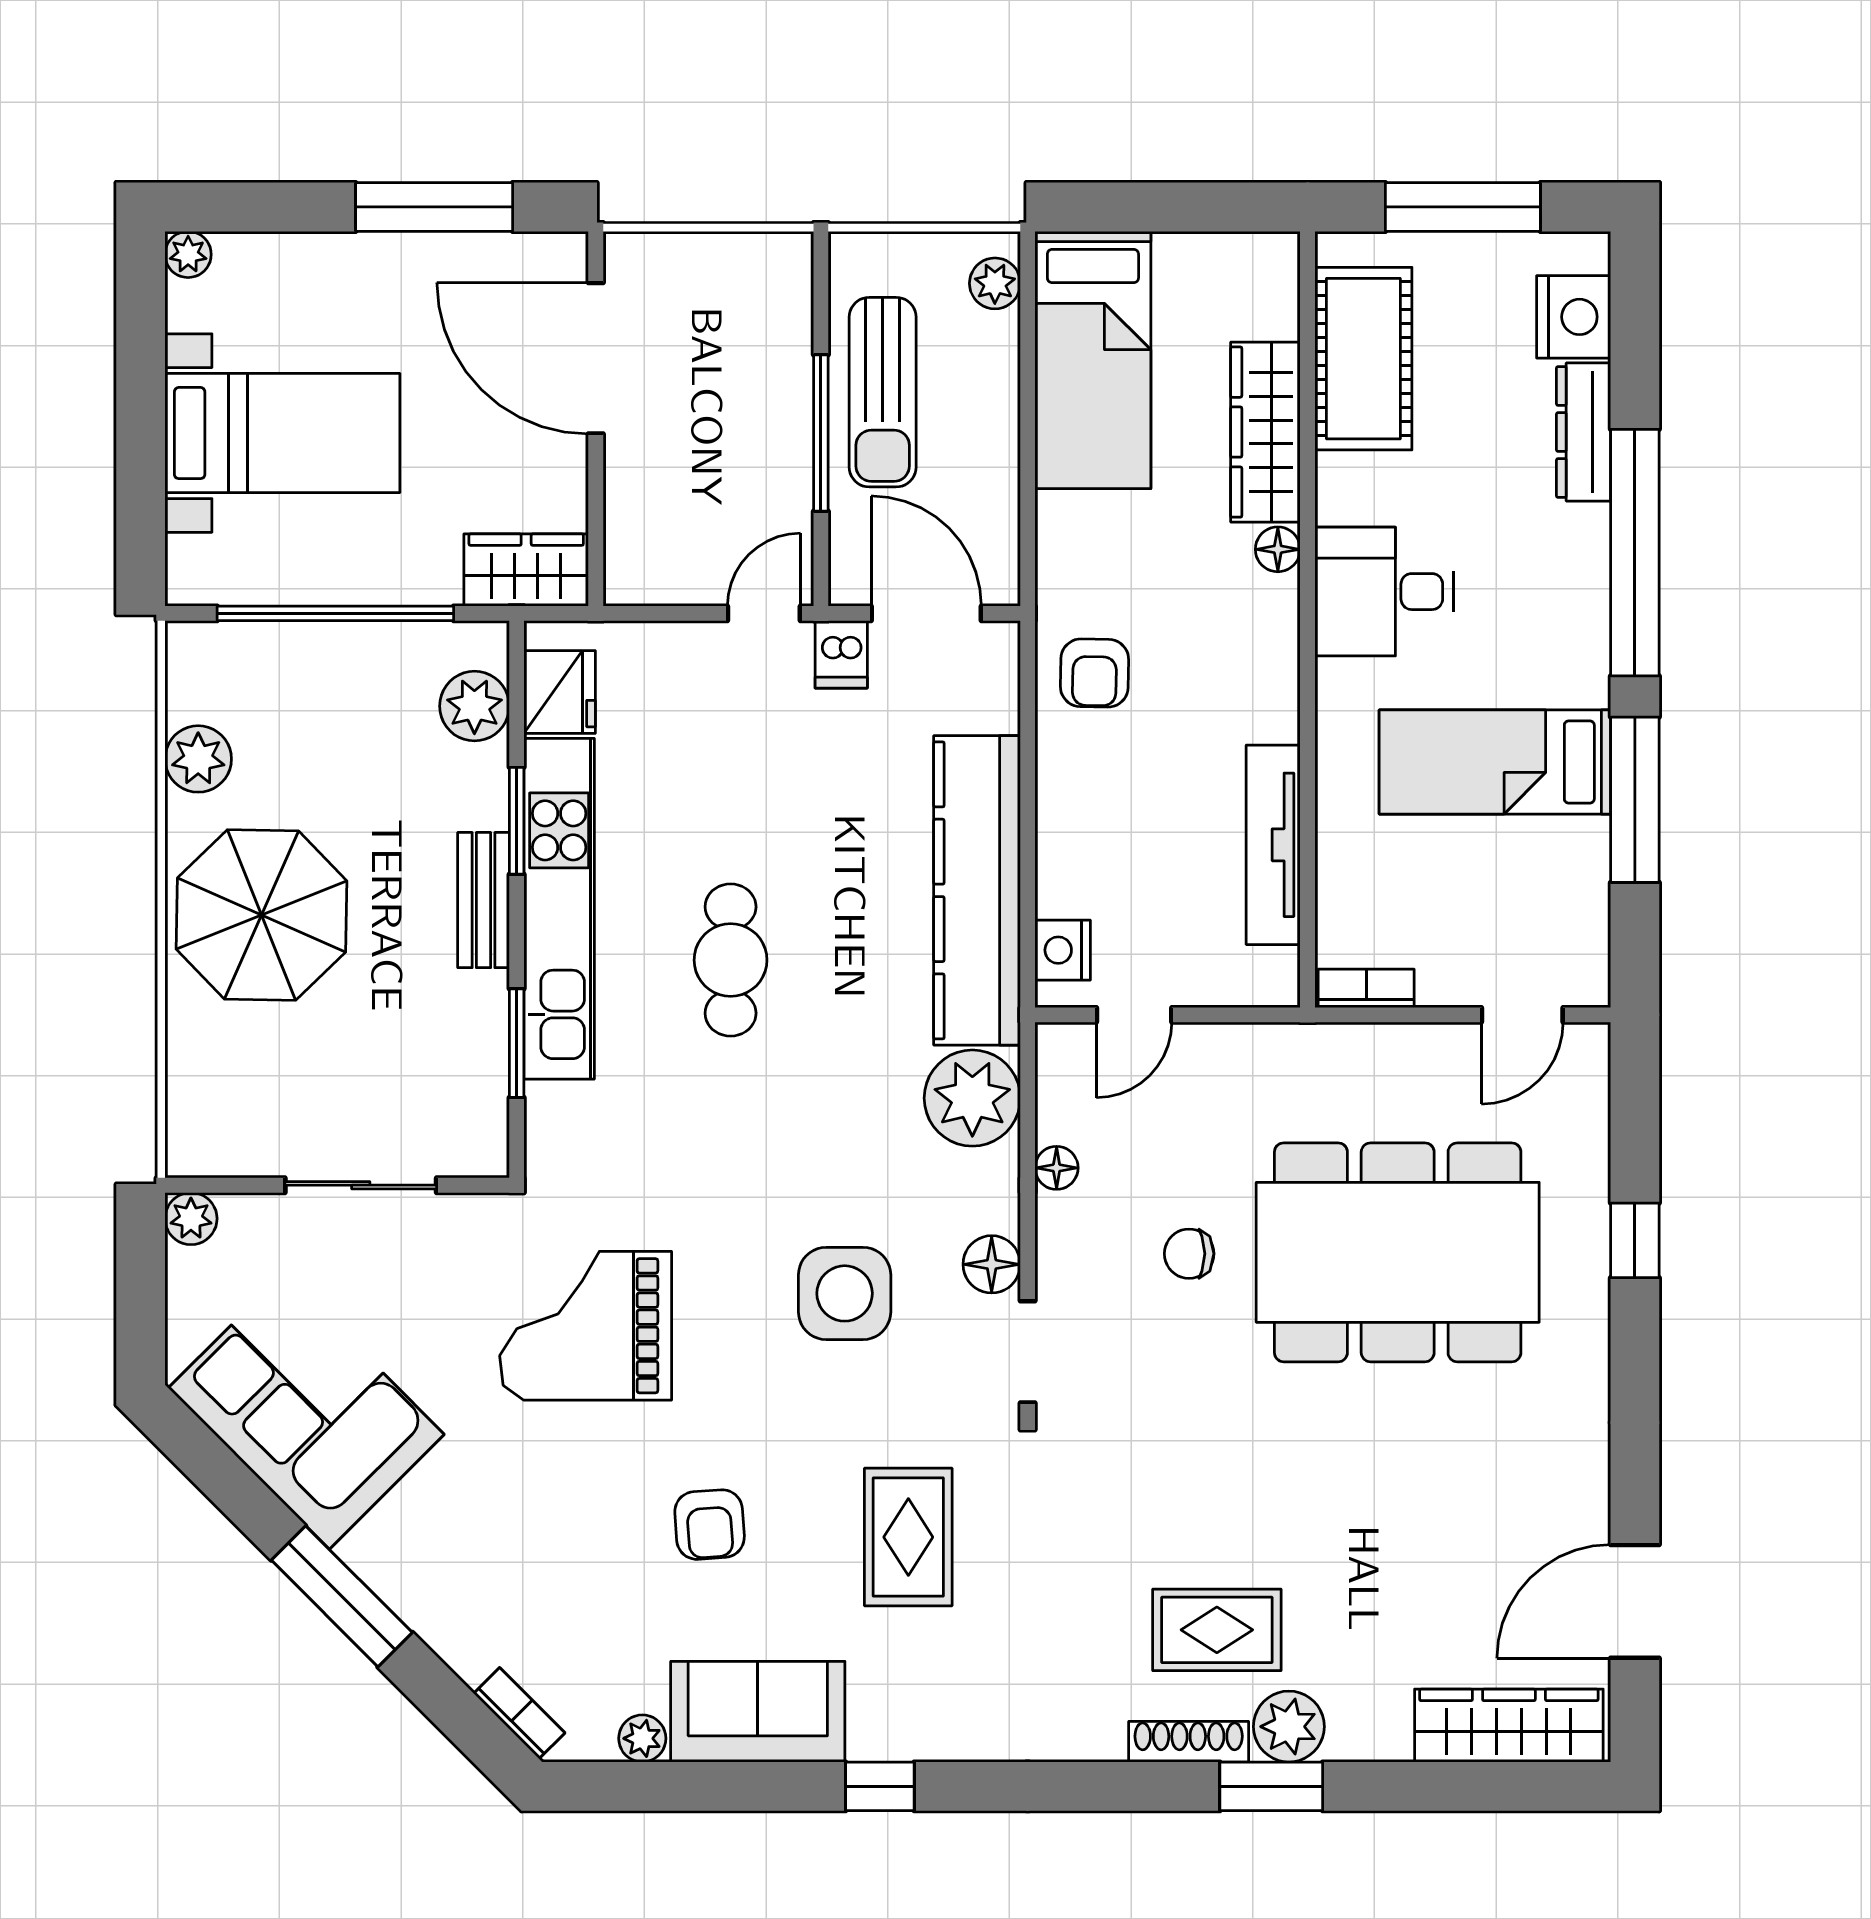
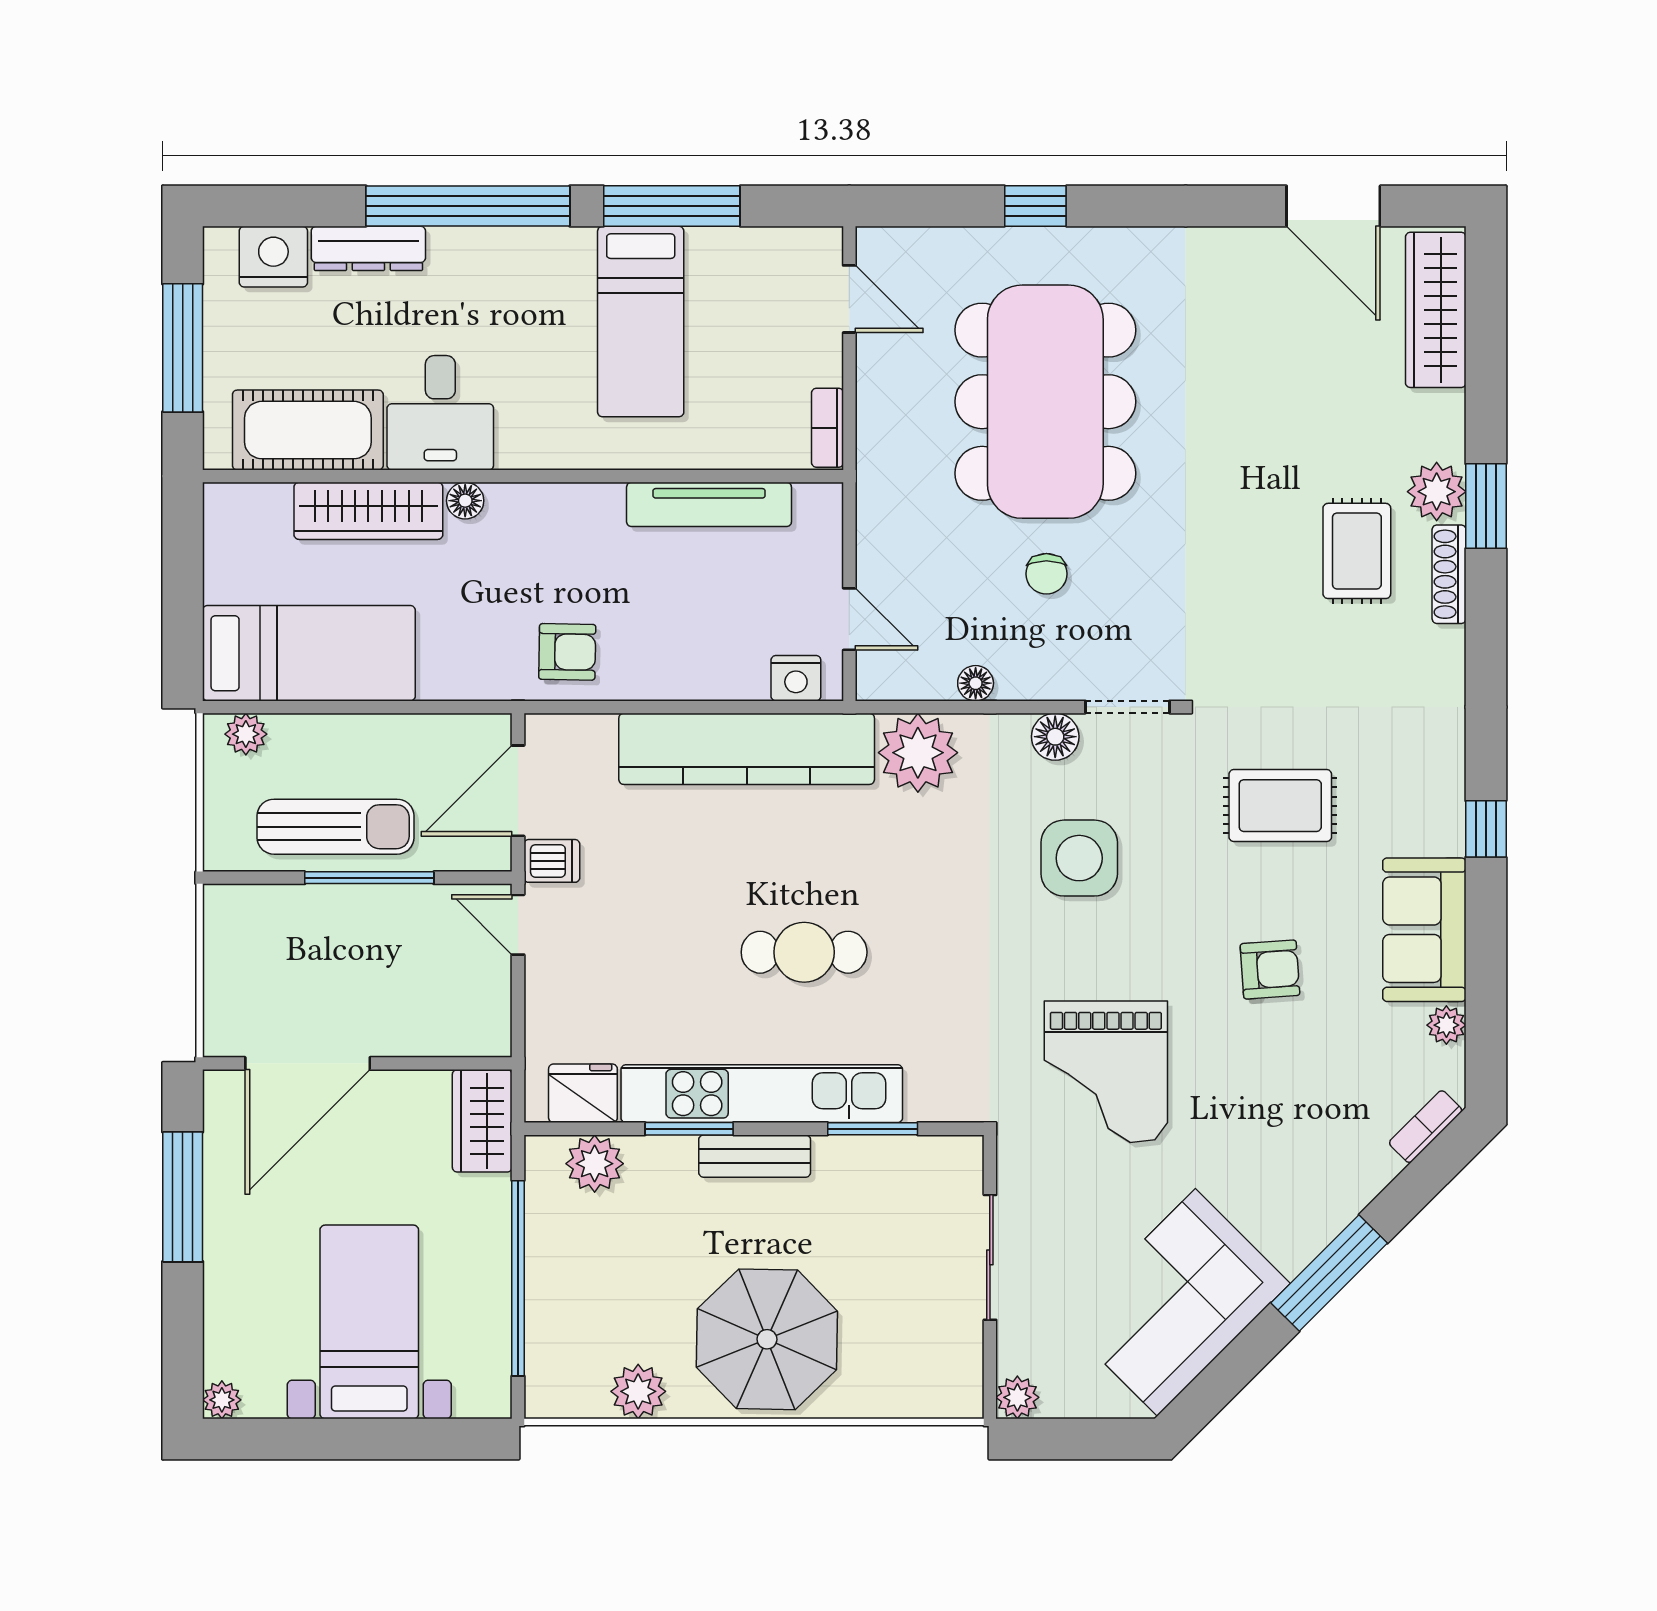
desk: (1384, 592) -> (440, 413), moved

